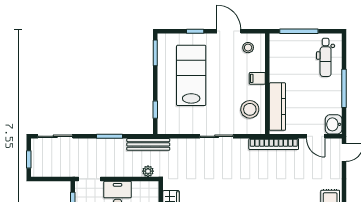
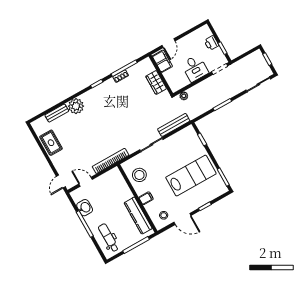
lab bench: (191, 75) -> (191, 176), turned -90
kitchen counter: (277, 107) -> (138, 216), moved
washbasin: (334, 124) -> (85, 208), moved
bench: (148, 144) -> (174, 125), moved

